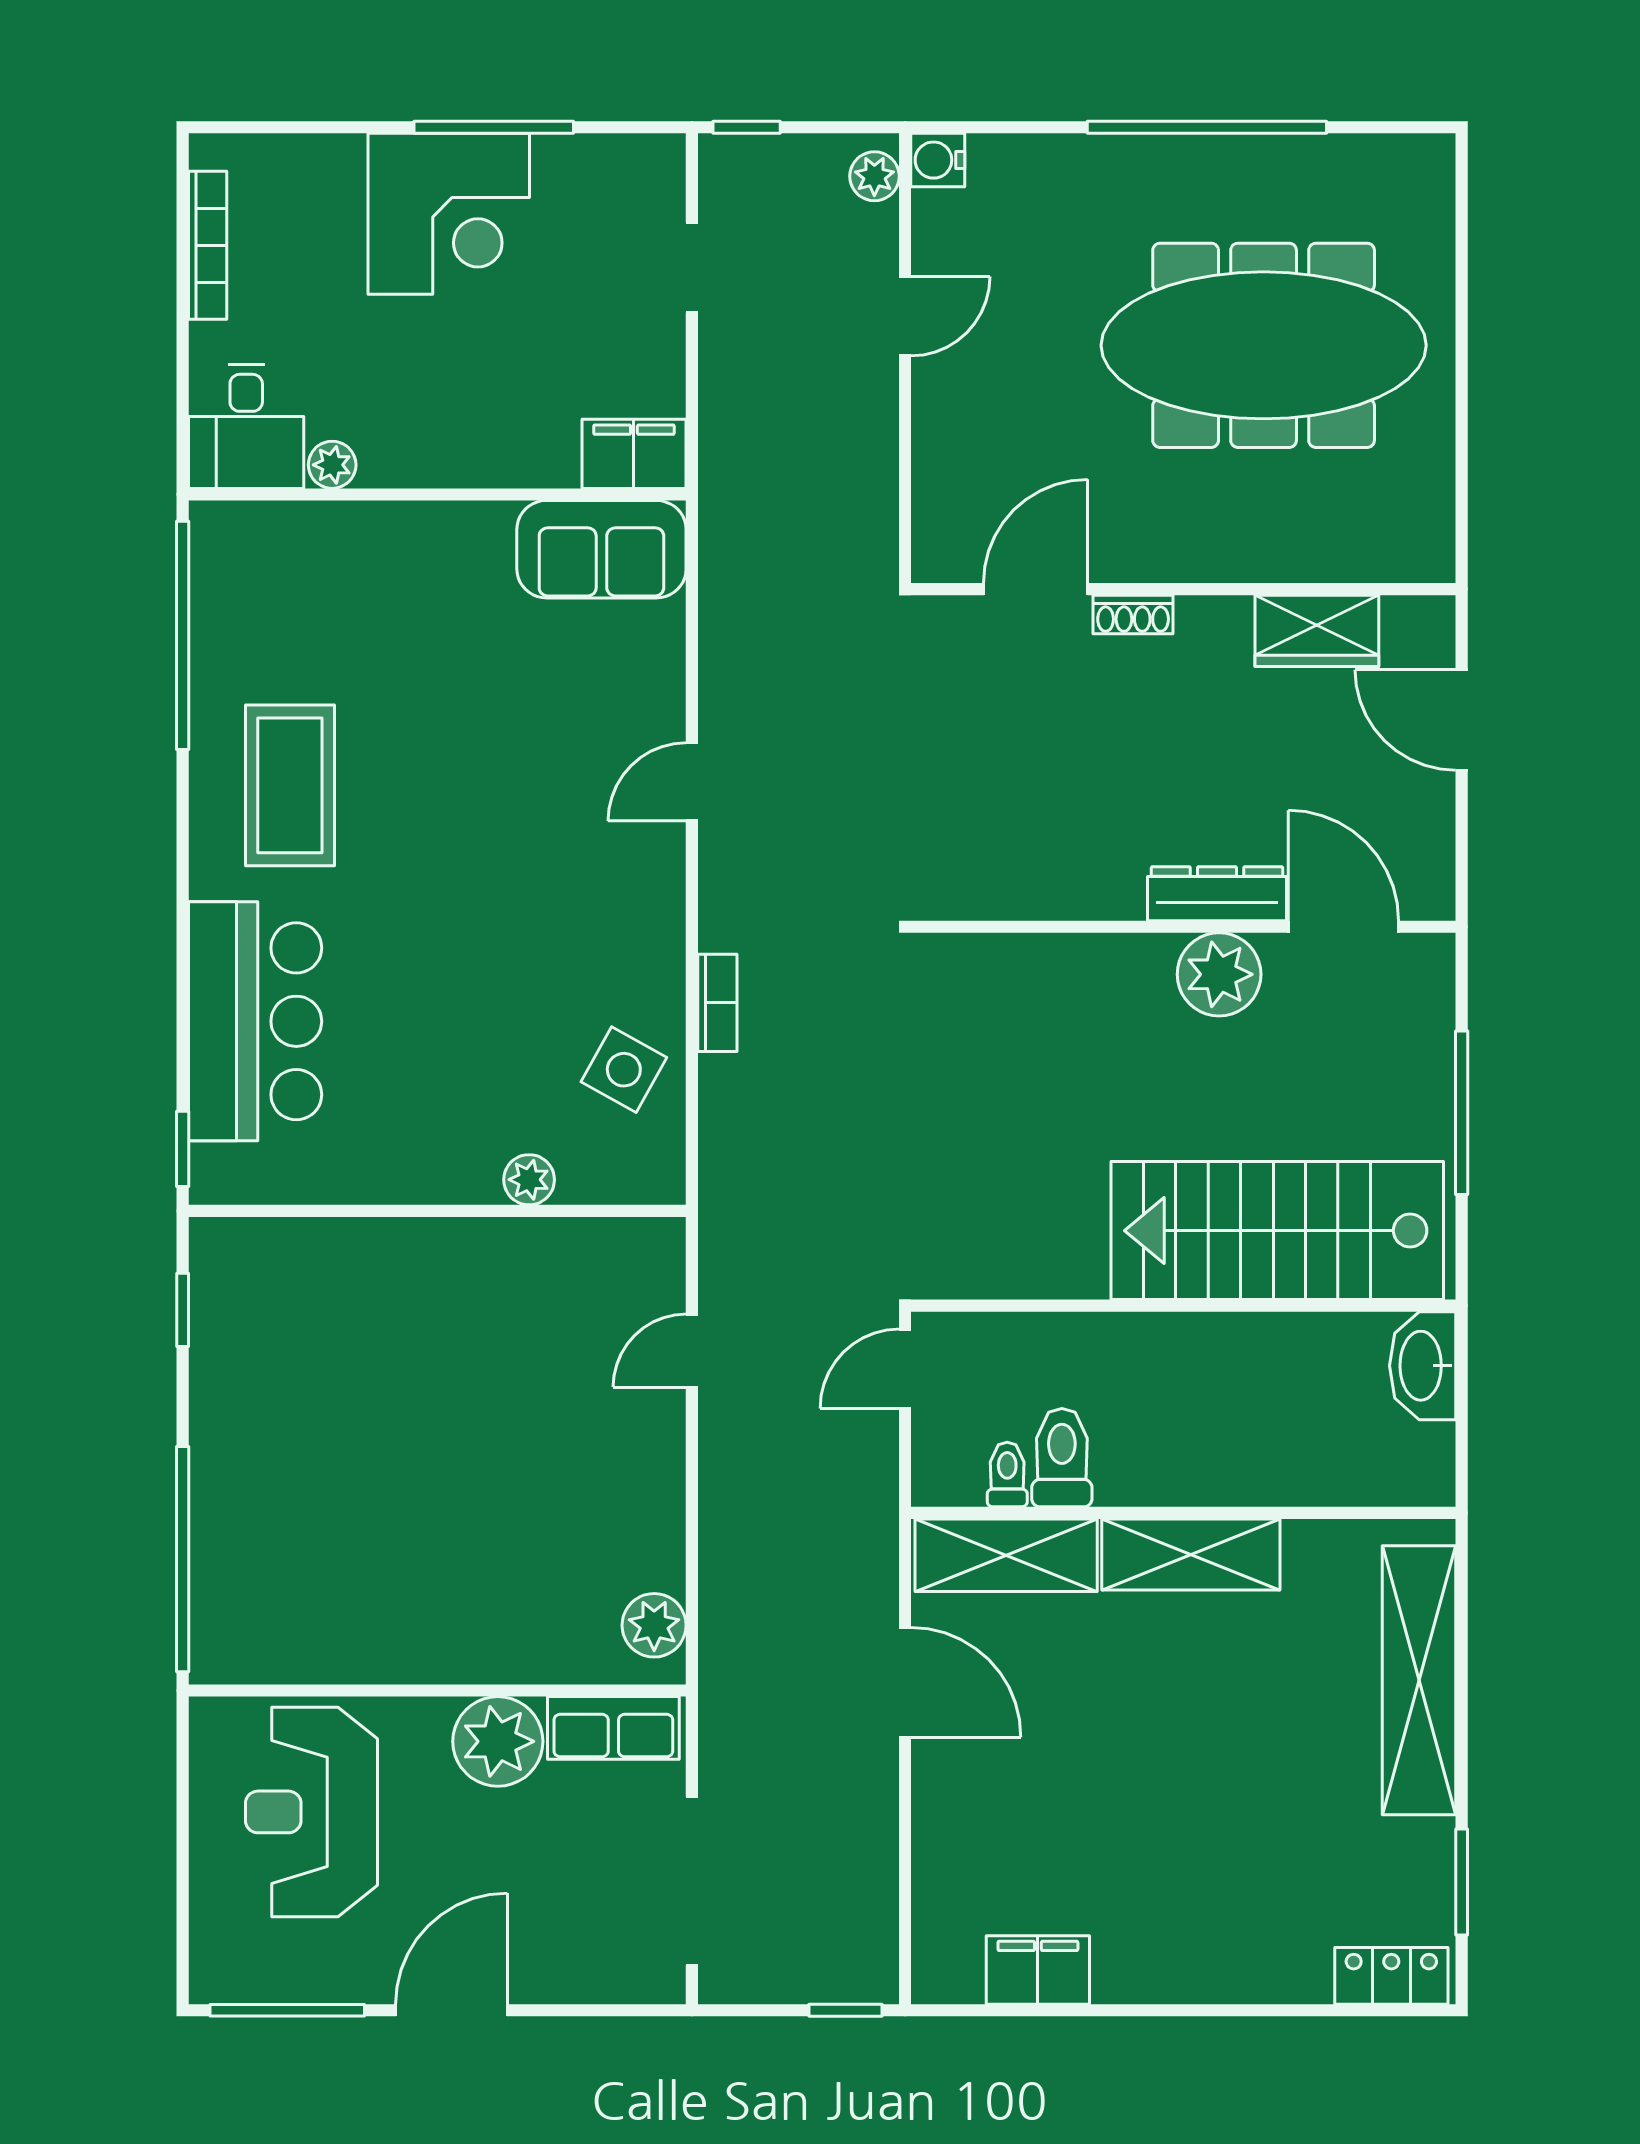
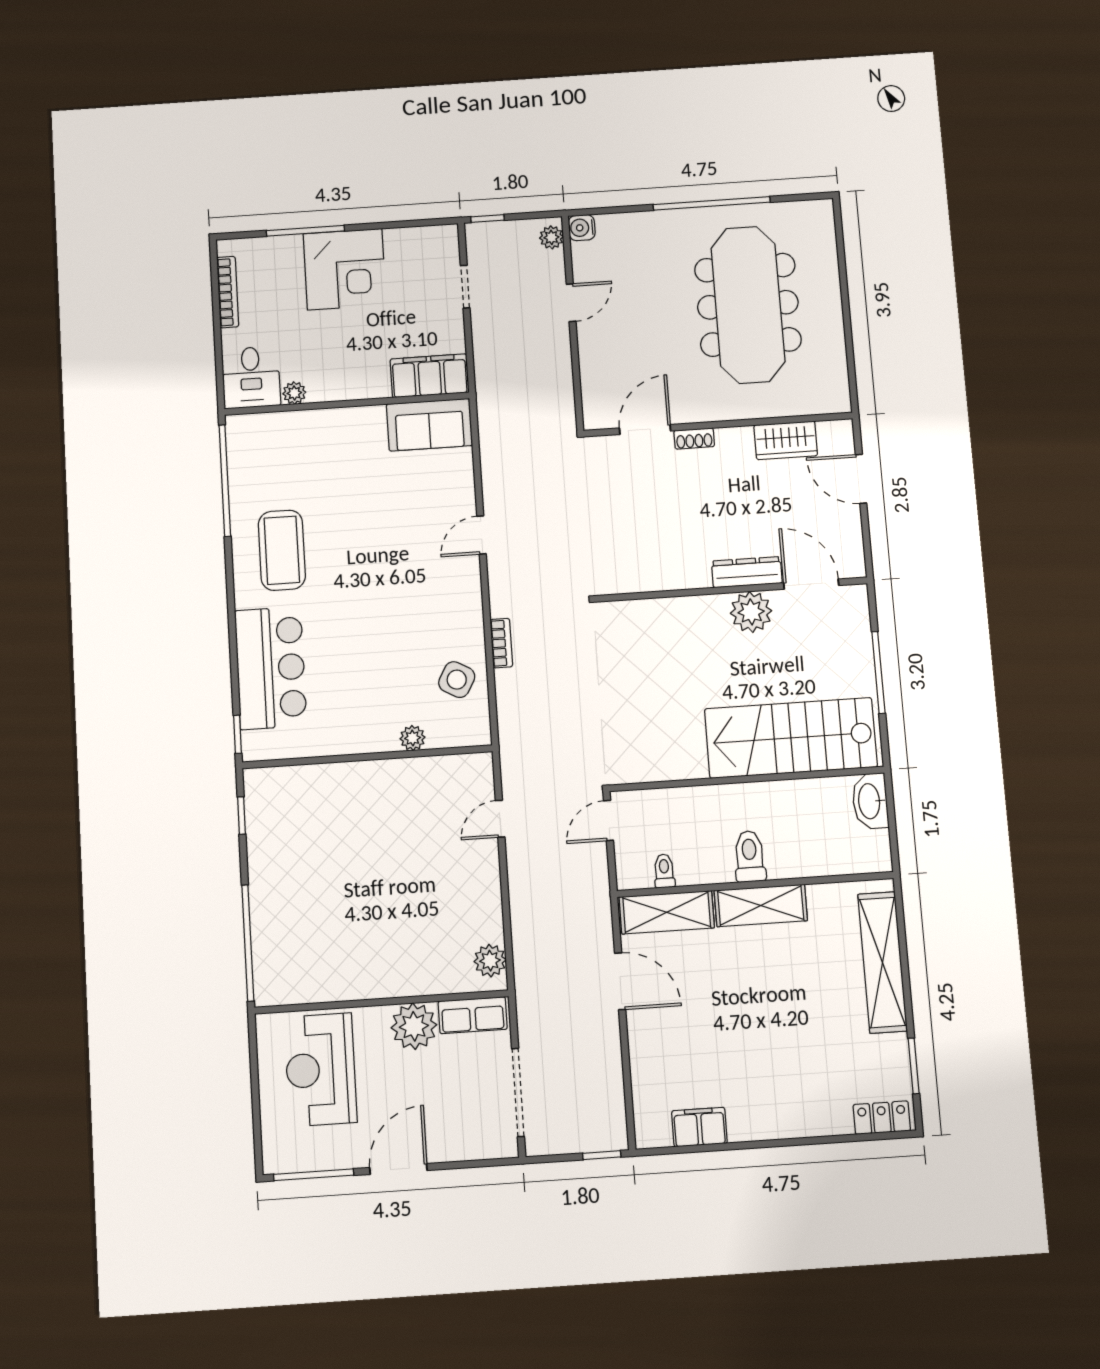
window: (494, 127) -> (305, 231), moved
meeting table: (1264, 345) -> (748, 305), turned 90
filing cabinet: (634, 454) -> (430, 376), width x1.50, depth x1.17
toilet: (1062, 1458) -> (750, 856), moved

